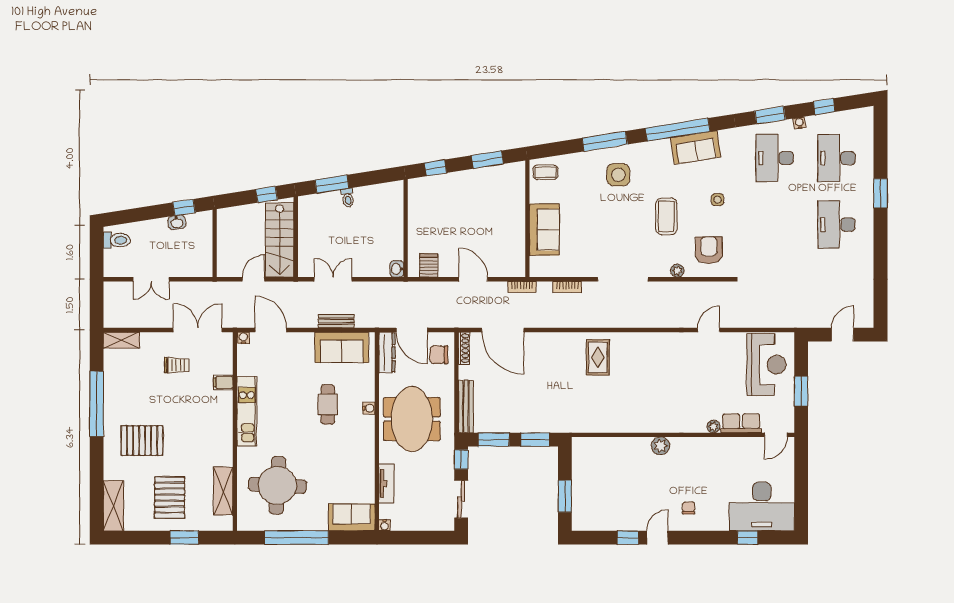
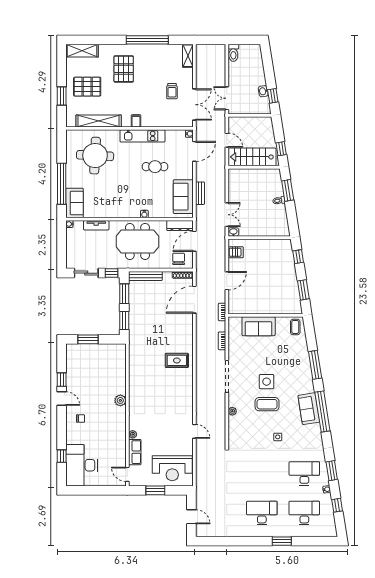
sofa: (696, 147) -> (309, 409), moved
side table: (618, 175) -> (267, 382), moved
toilet: (117, 240) -> (233, 53), moved
armchair: (709, 250) -> (245, 431), removed
double door: (151, 279) -> (227, 98), moved
double door: (333, 279) -> (227, 215), moved
filing cabinet: (223, 382) -> (136, 121), moved
cafe table: (328, 404) -> (155, 167), moved
shelving: (223, 491) -> (99, 121), width x1.47
window: (297, 538) -> (62, 184), moved

